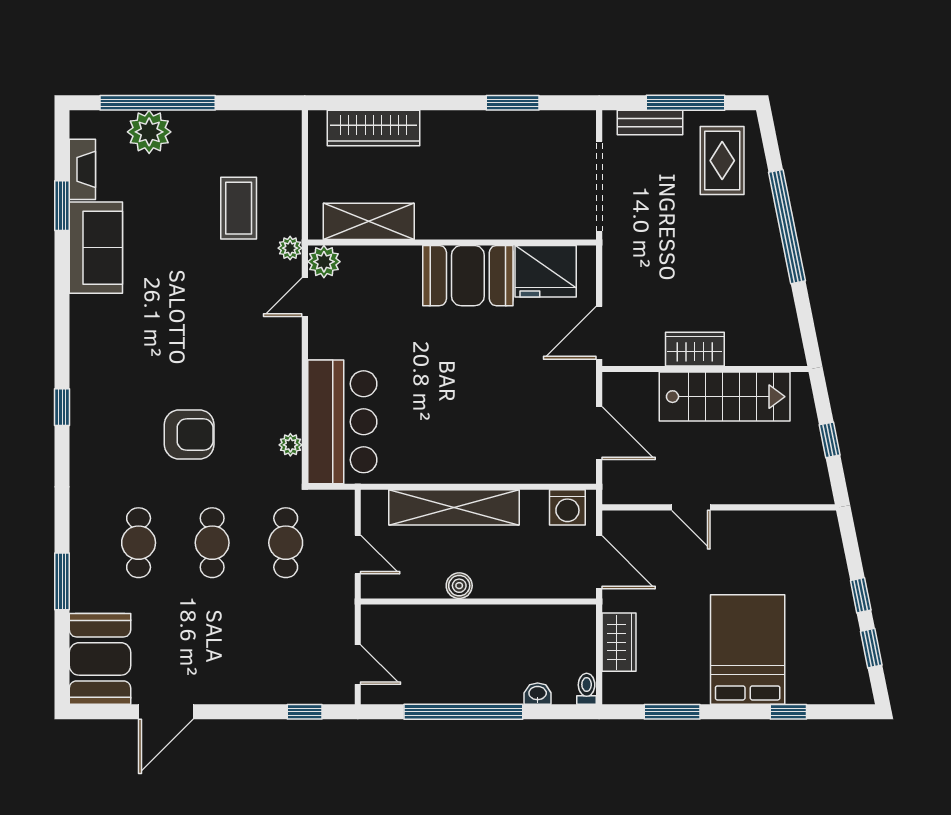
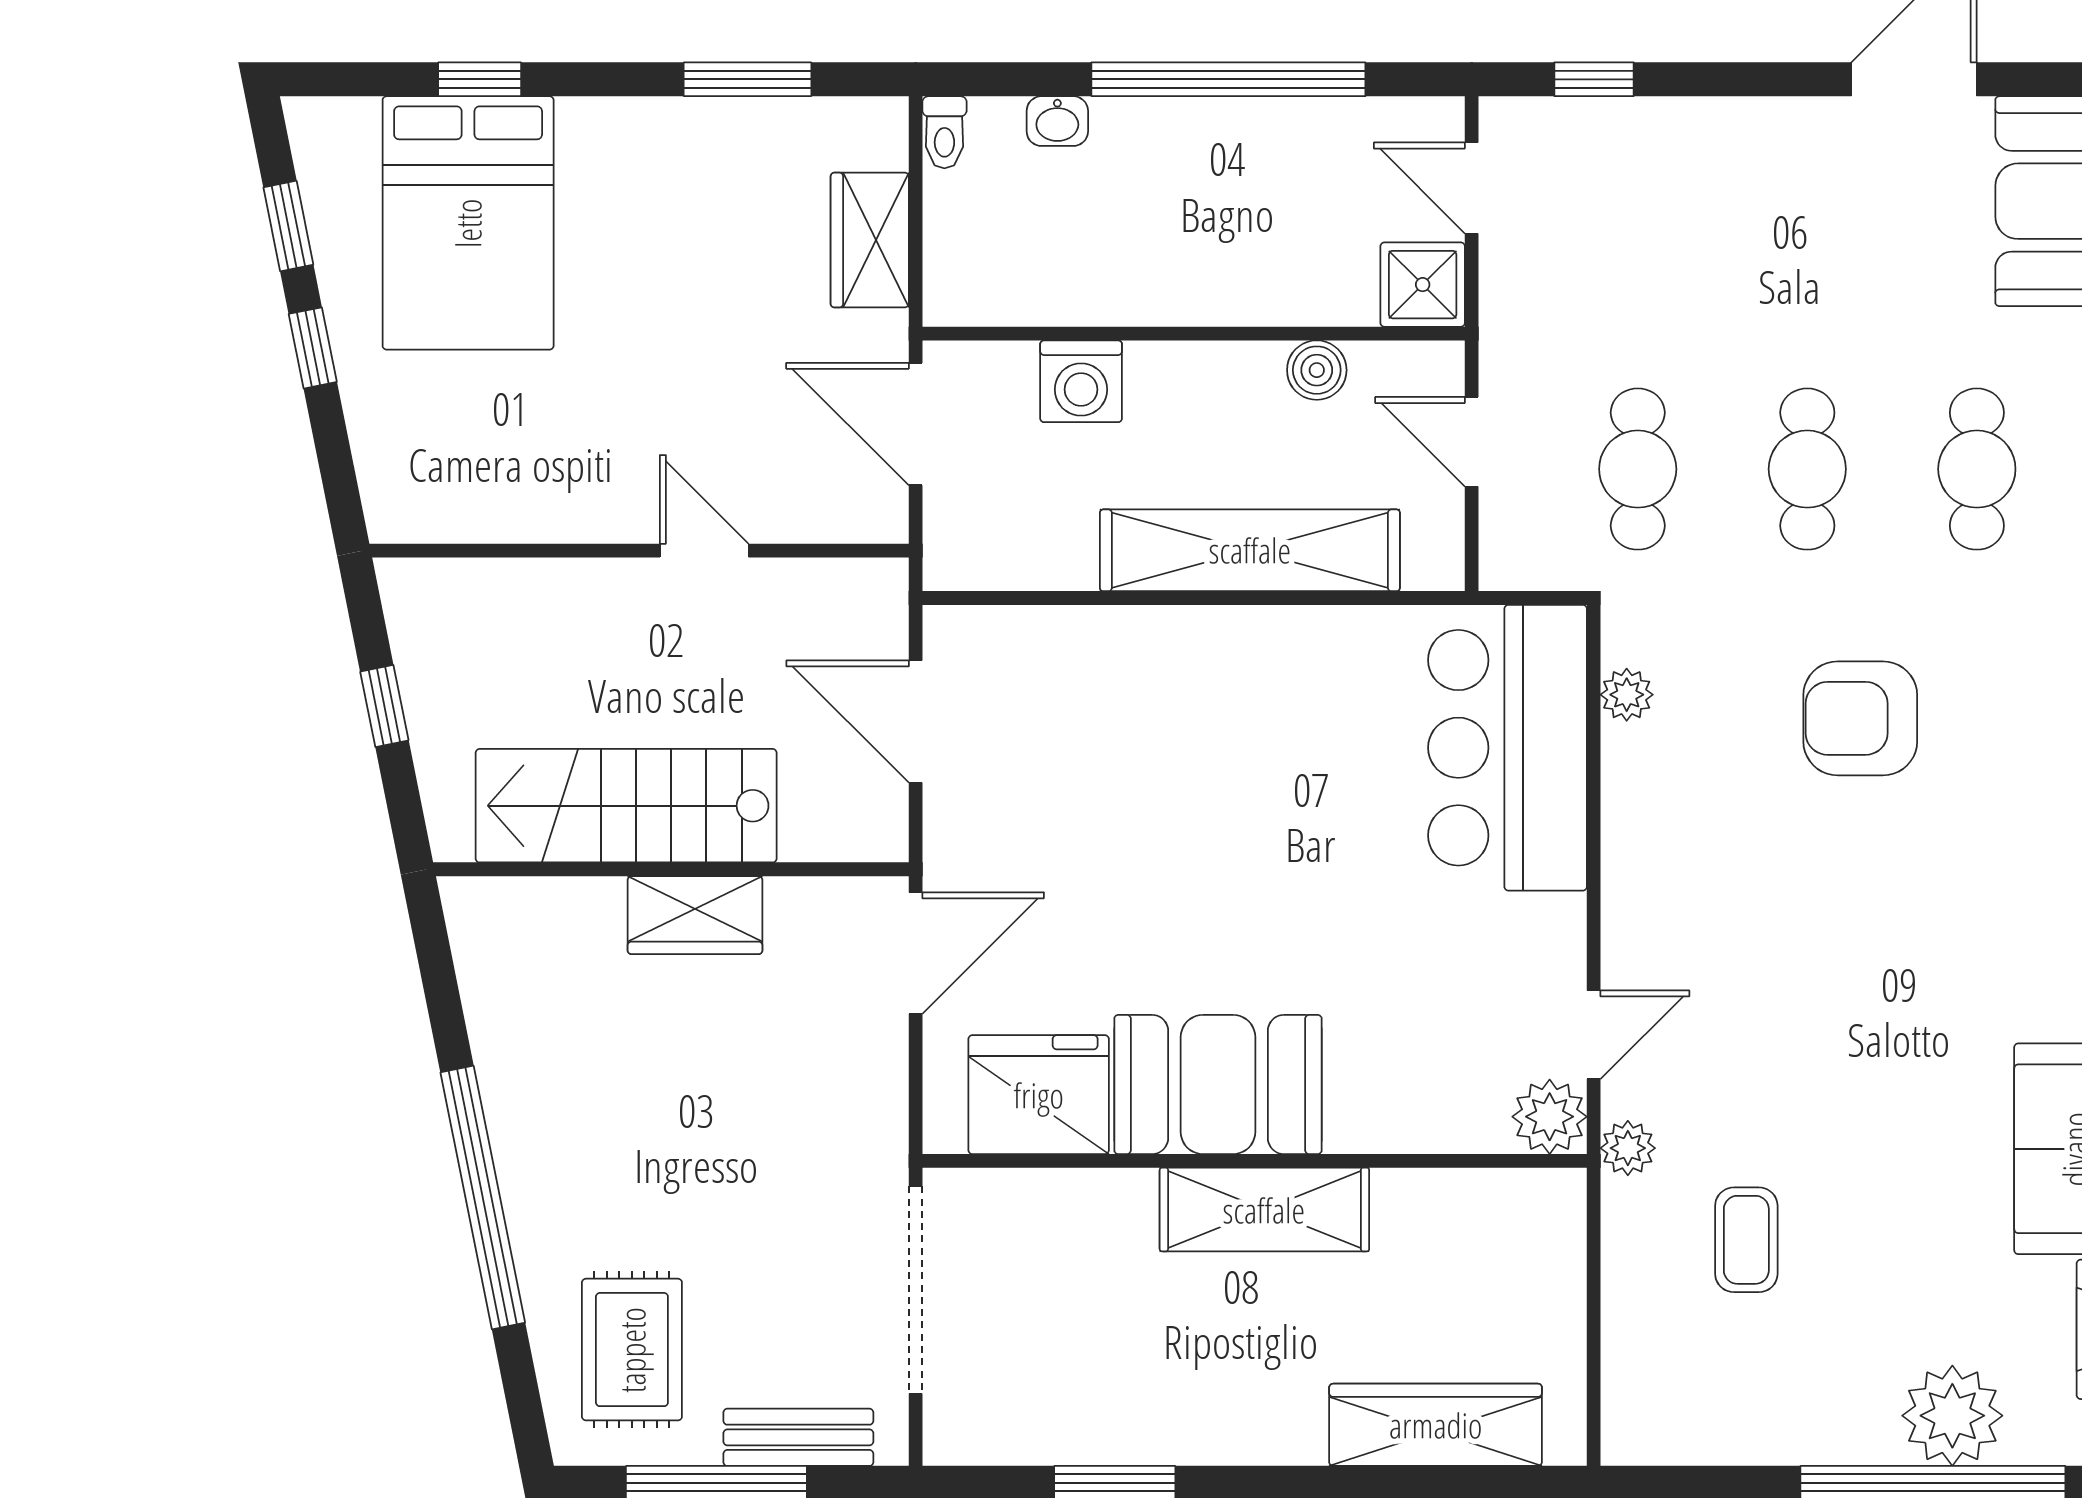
coffee table: (239, 208) -> (1746, 1240), width x0.73, depth x0.77
shelving: (369, 221) -> (1264, 1210), moved
washing machine: (567, 507) -> (1081, 381), moved, turned 180
boiler: (459, 586) -> (1317, 370), moved
shower: (379, 623) -> (1423, 285), added
bed: (748, 650) -> (468, 223), moved

